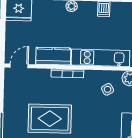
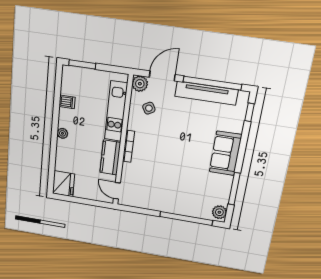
rug: (50, 119) -> (172, 169), removed

